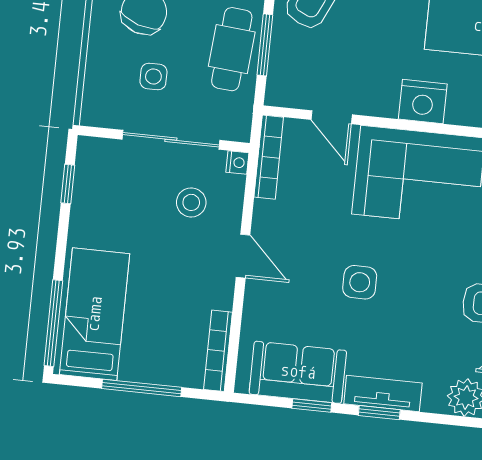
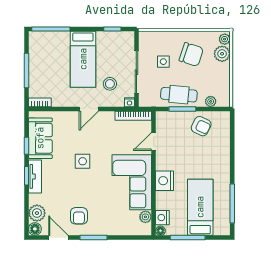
bed: (95, 314) -> (83, 59), moved, turned 90
bookcase: (218, 351) -> (40, 102), width x0.64

